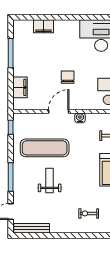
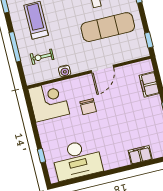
chair: (68, 77) -> (88, 107), moved
water cooler: (80, 118) -> (65, 71), moved

